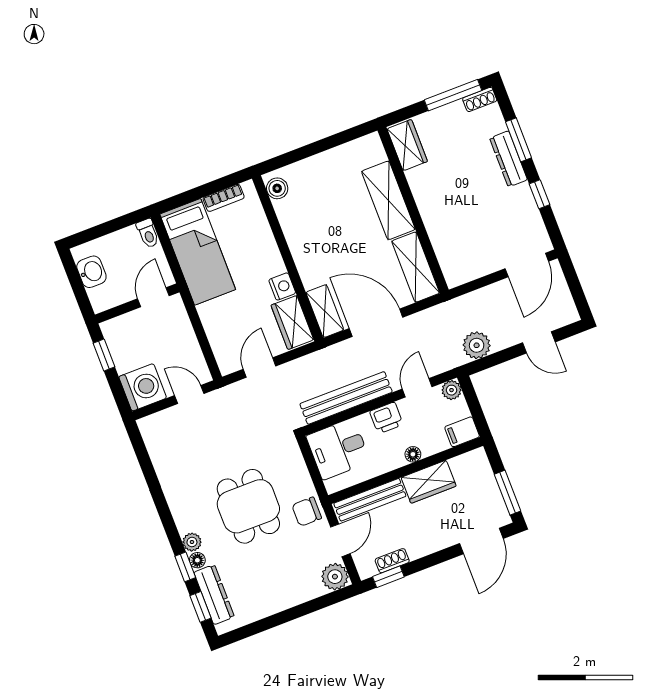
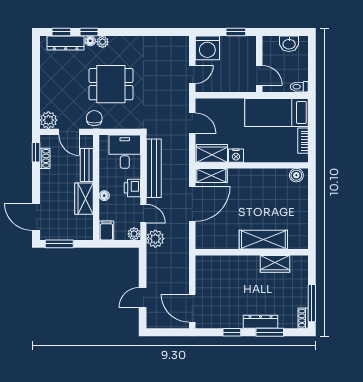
wardrobe: (407, 145) -> (275, 264), moved
shelving: (416, 267) -> (217, 241), removed
plant: (477, 345) -> (155, 239), moved
bench: (370, 500) -> (87, 165), width x0.73

